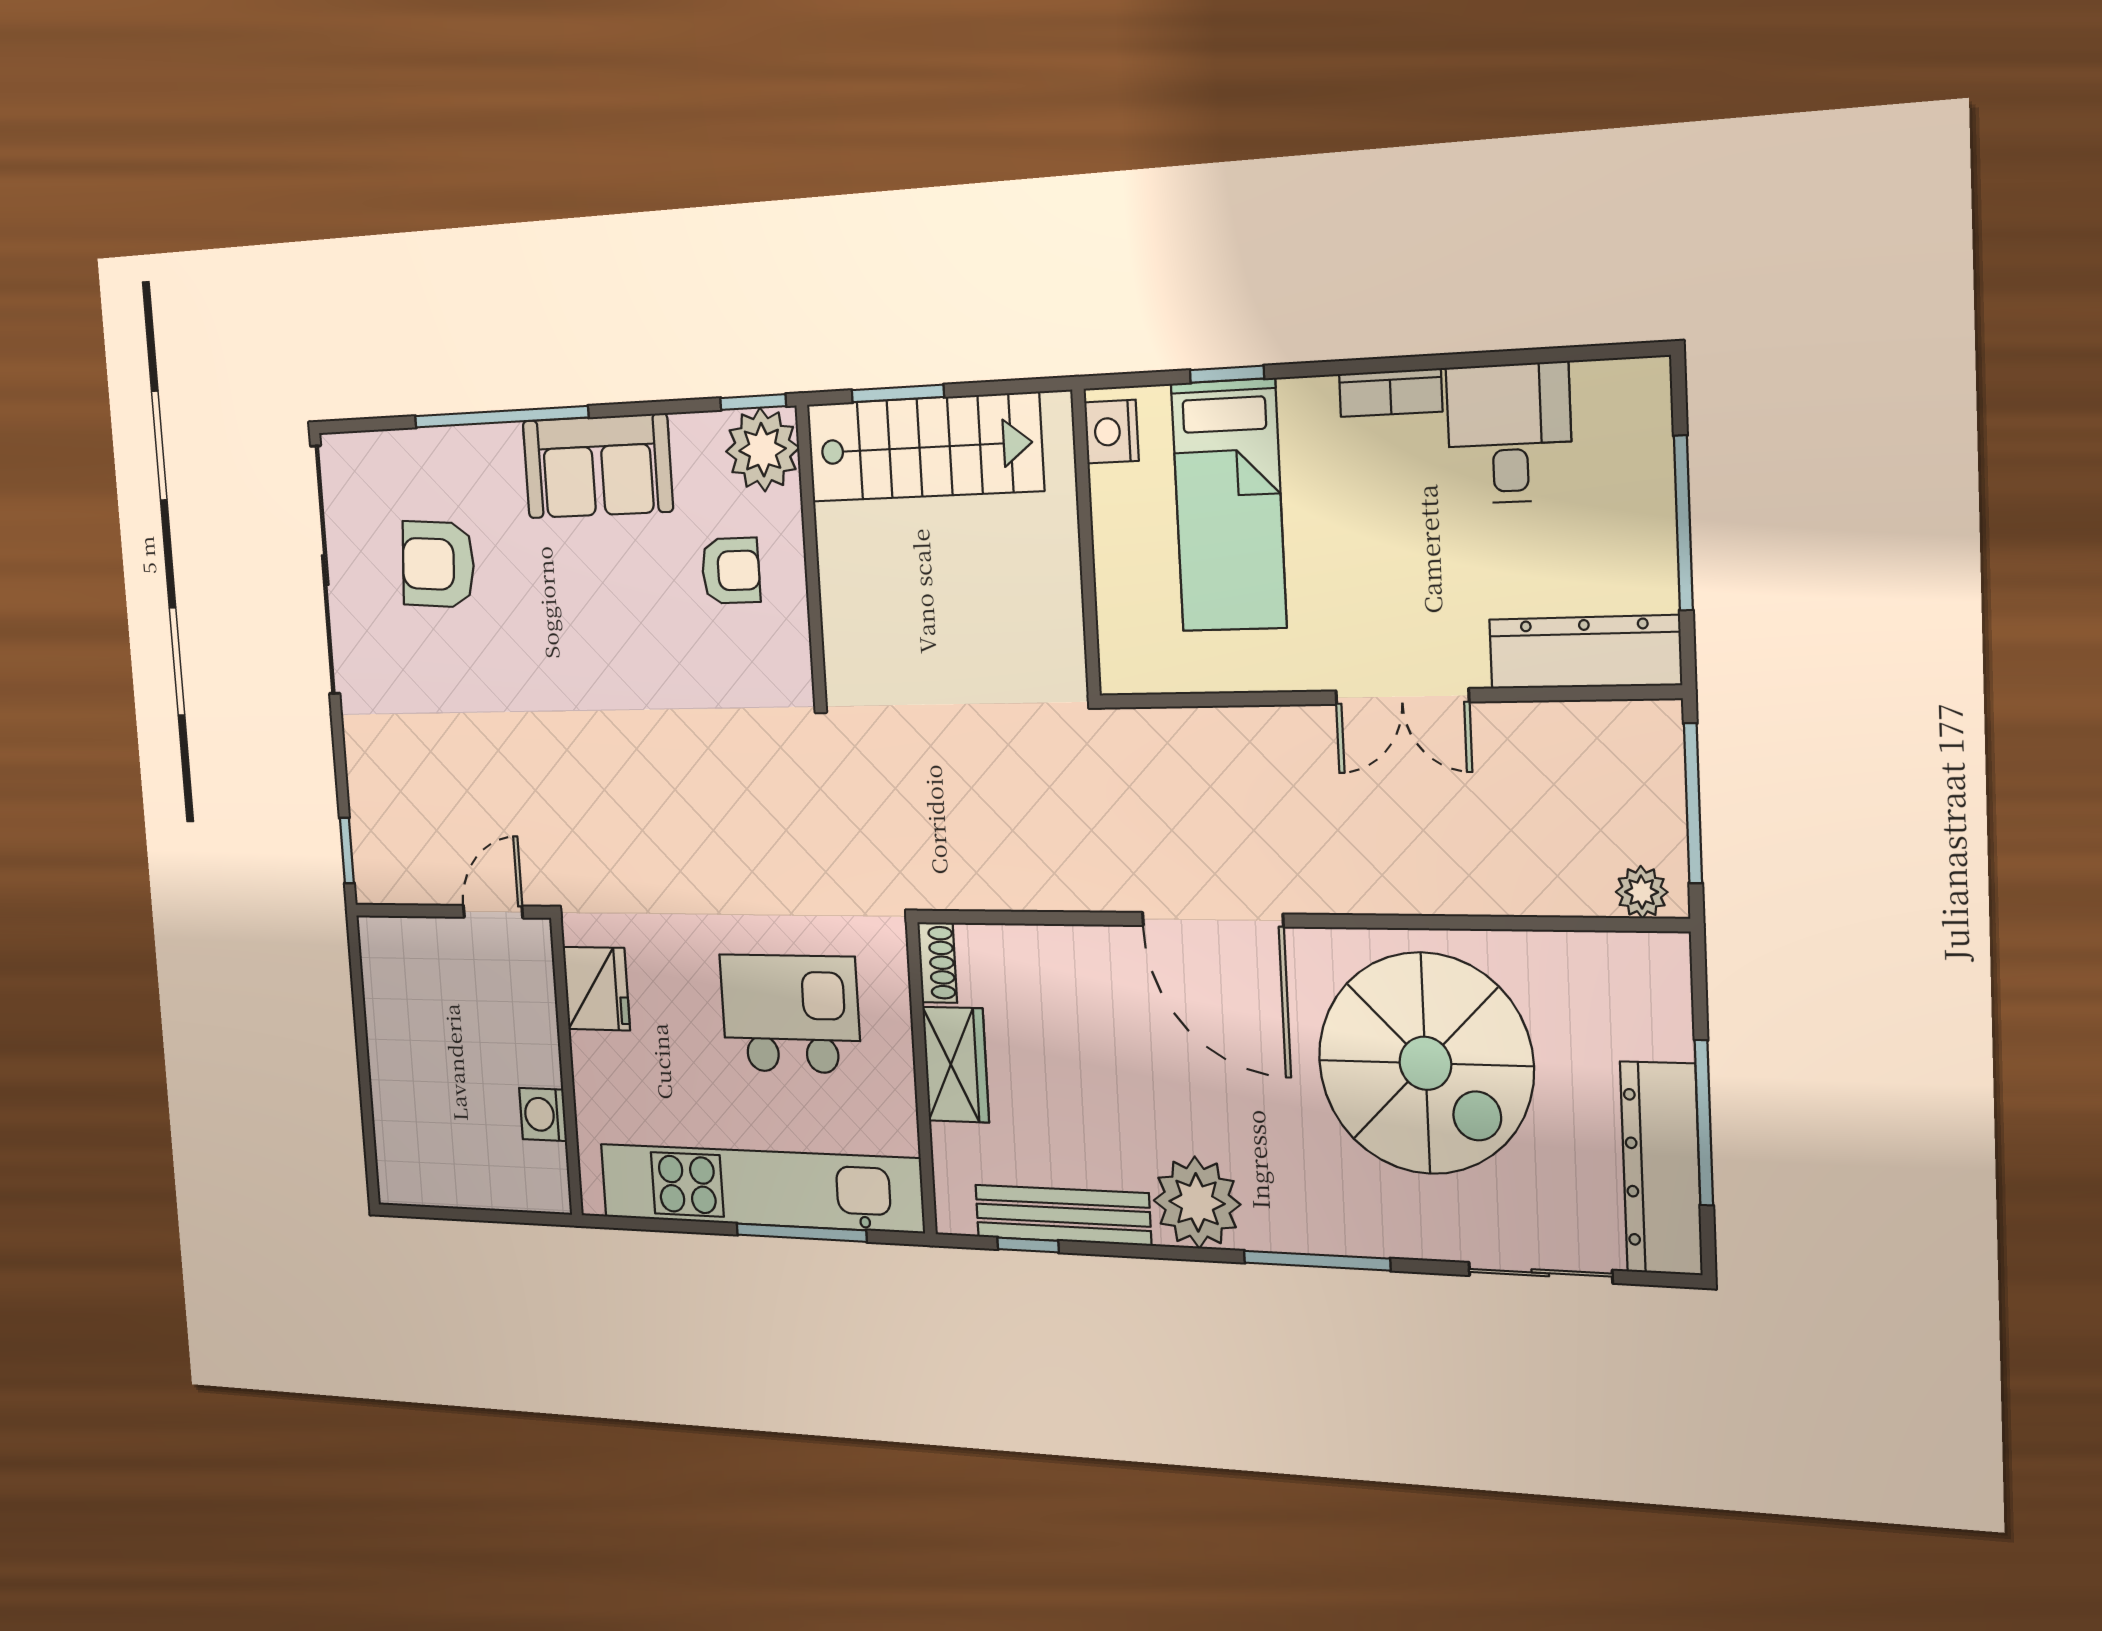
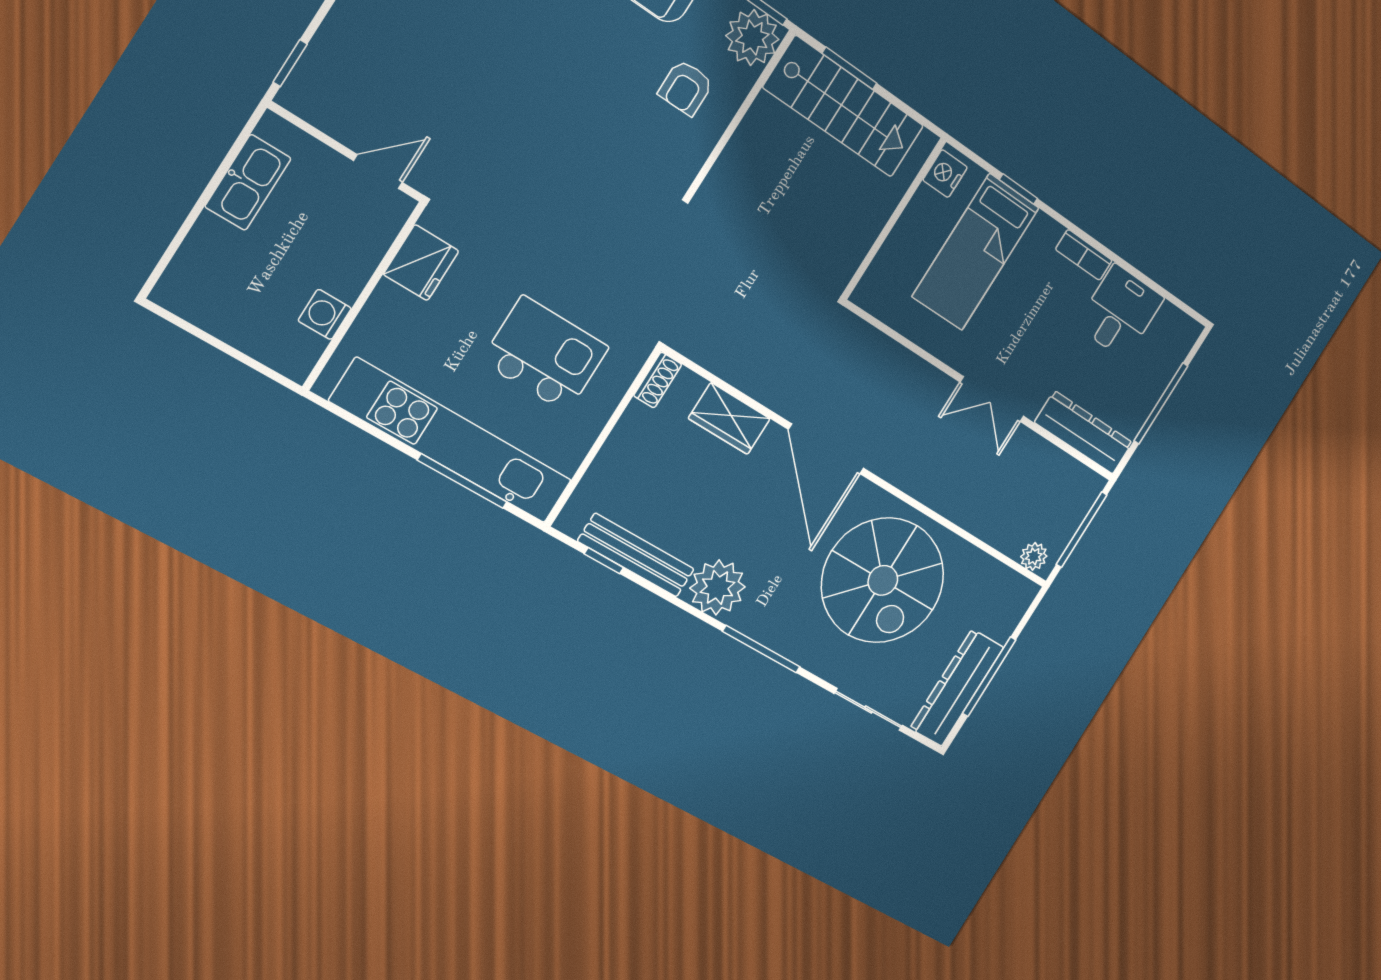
armchair: (731, 571) -> (686, 88), turned 90
kitchen sink: (388, 1011) -> (248, 182), added
wardrobe: (956, 1065) -> (729, 419), moved, turned 90

